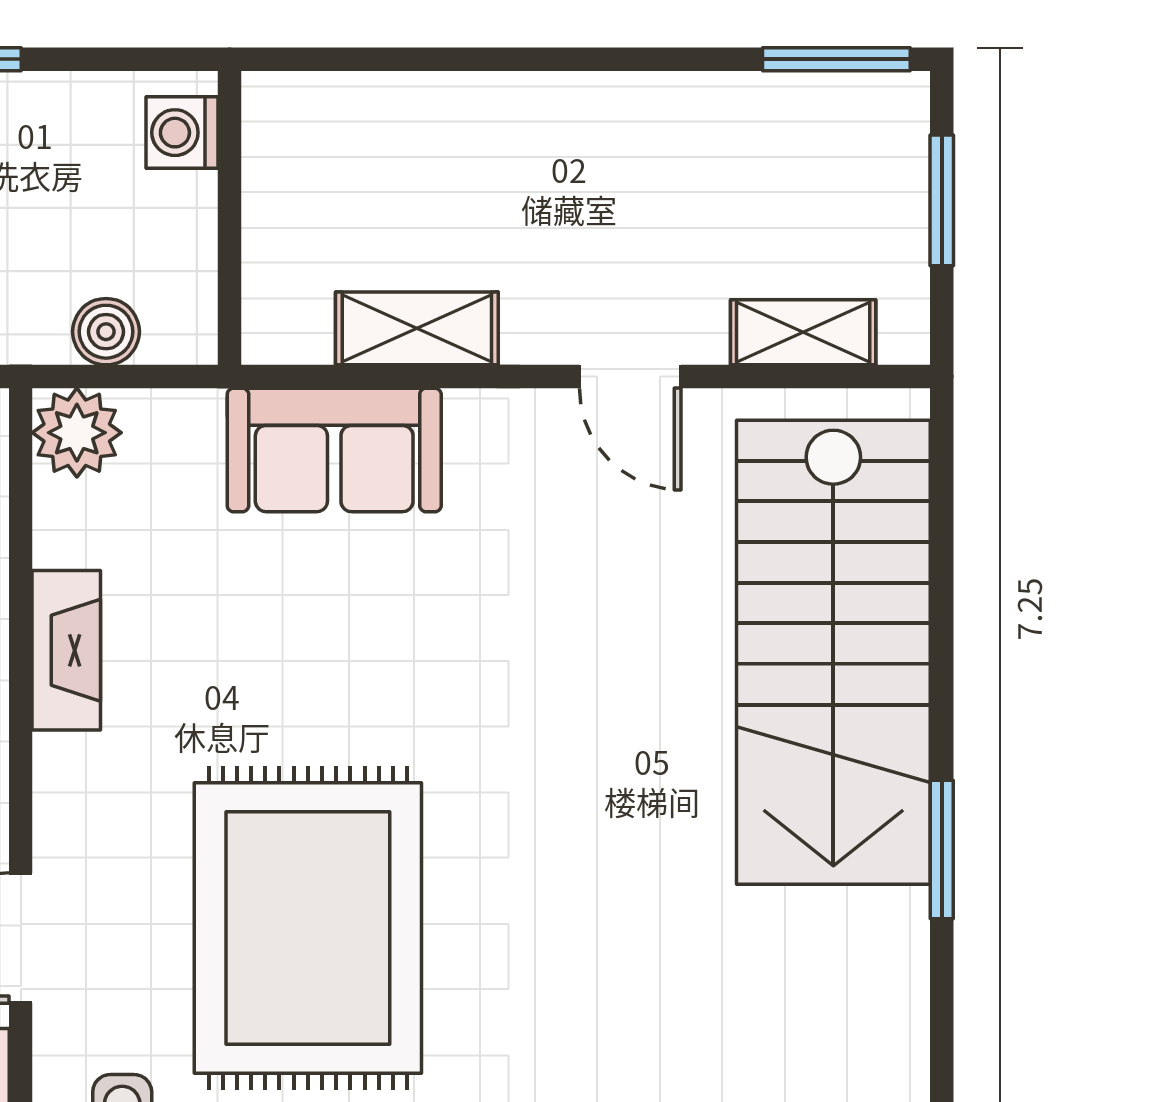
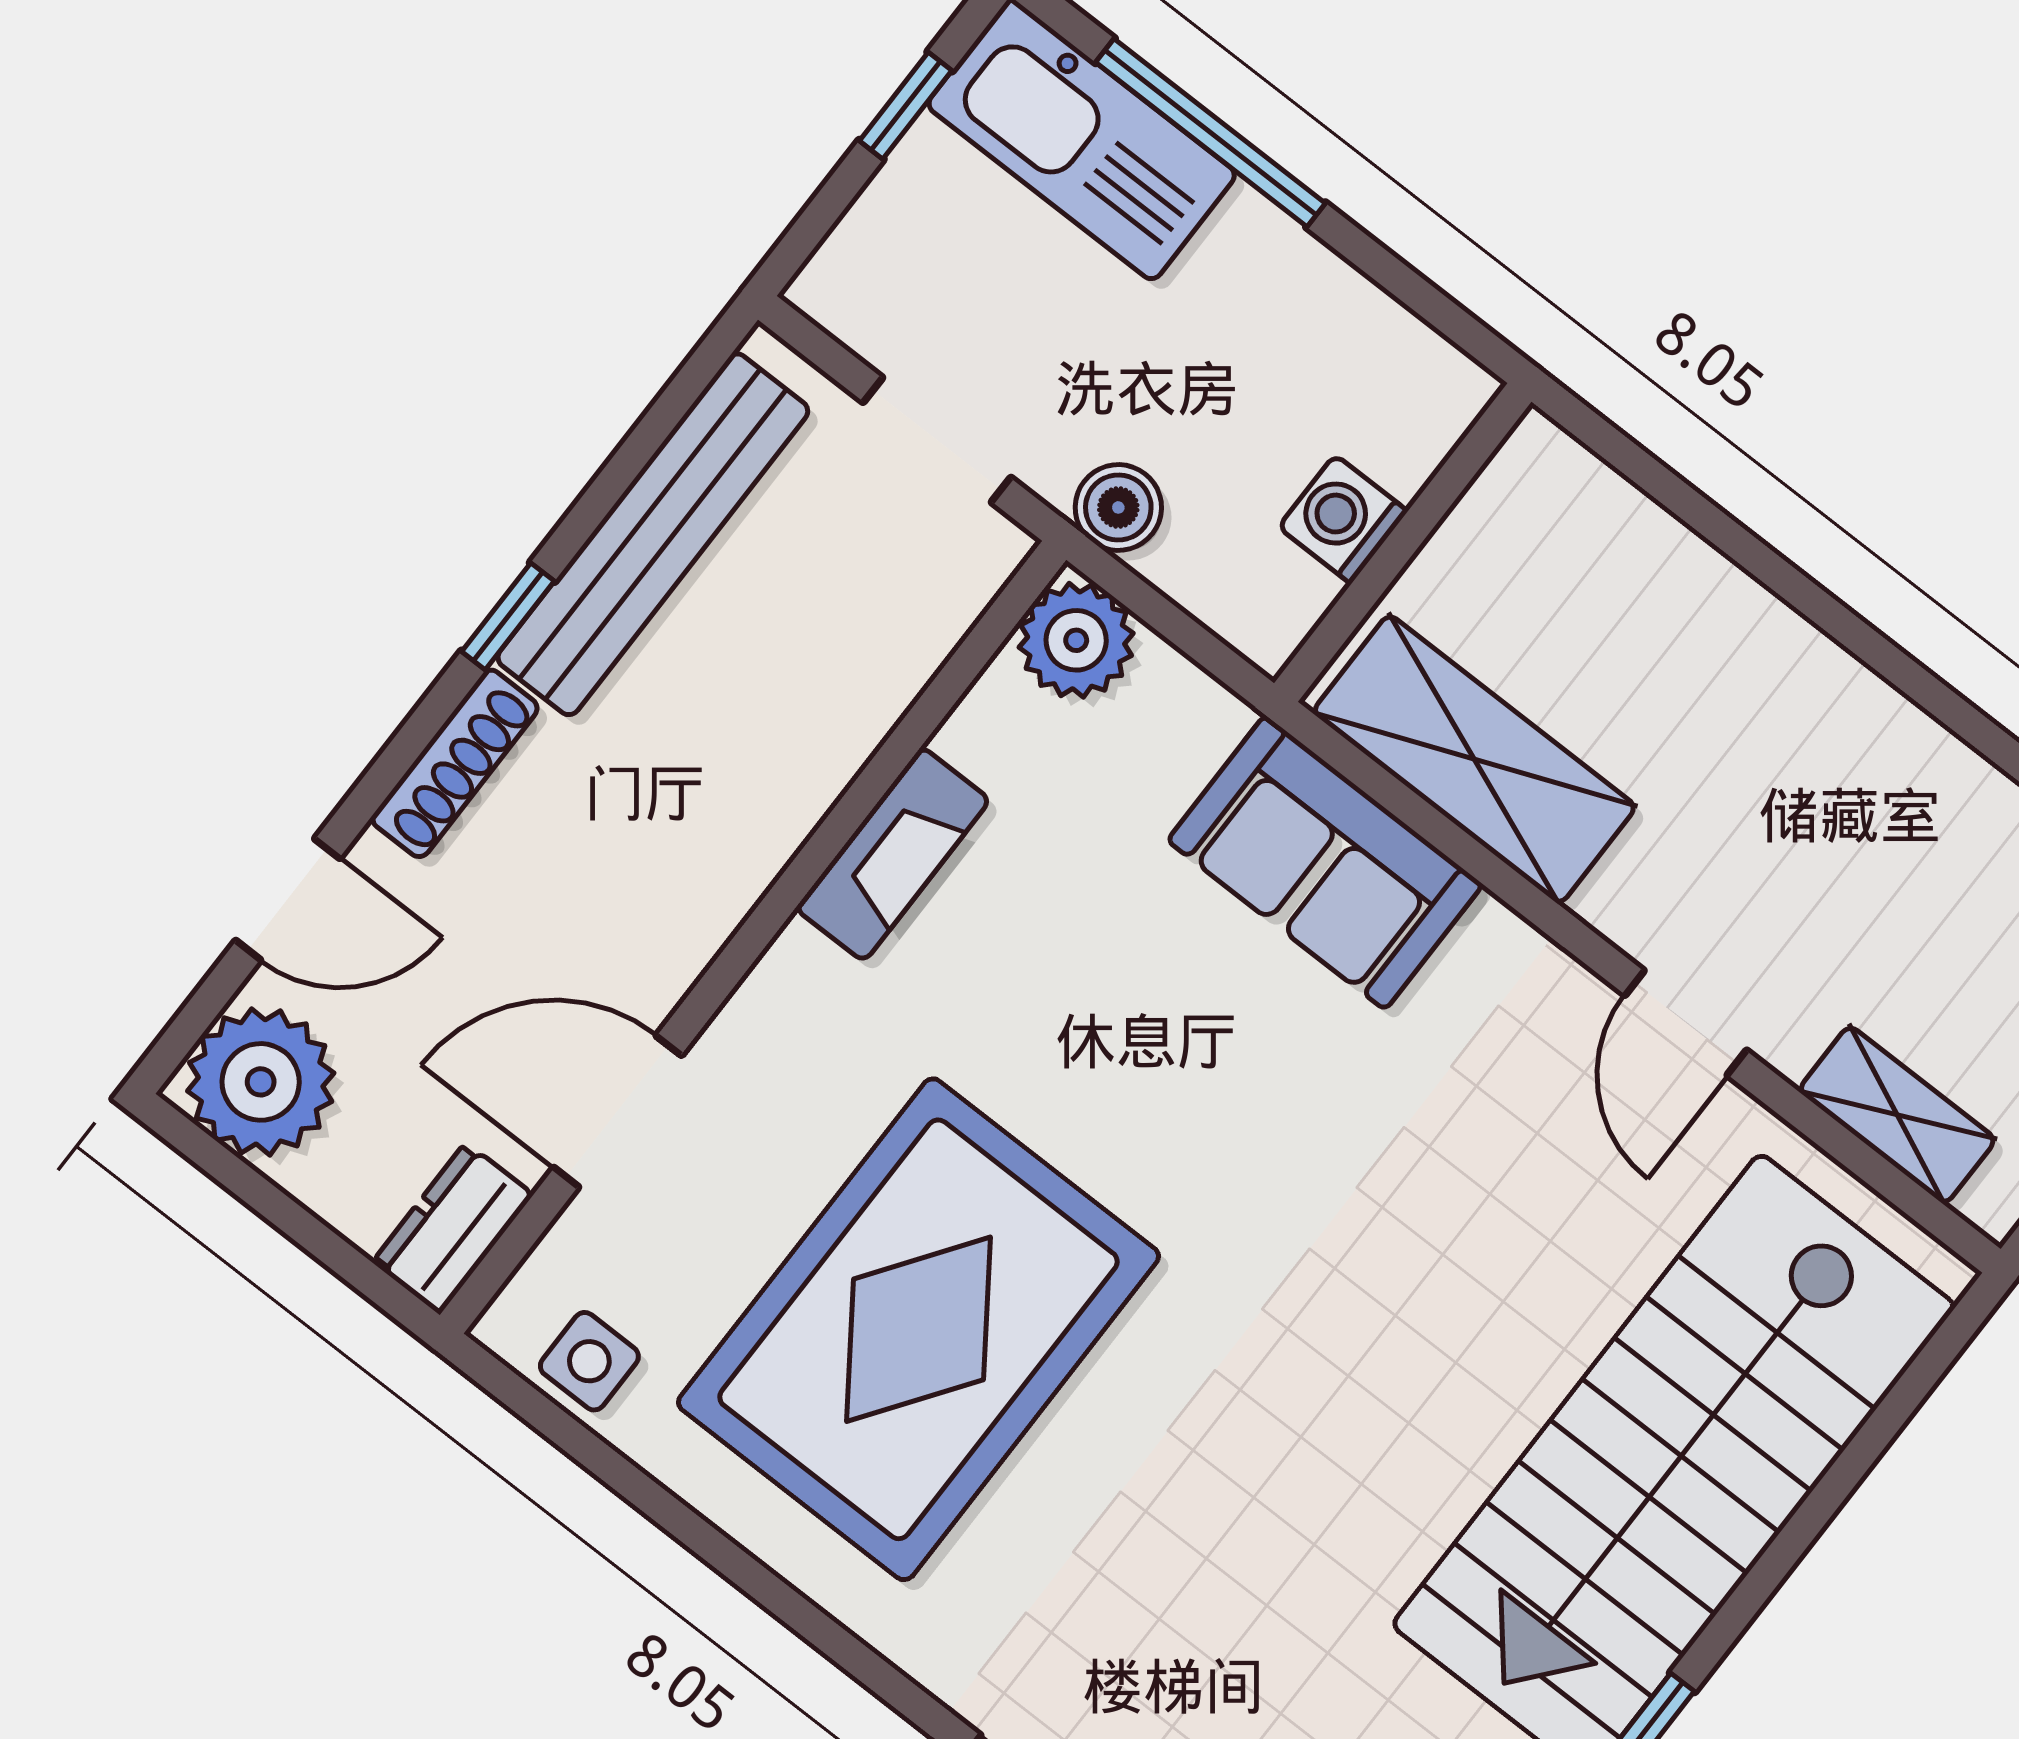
washing machine: (182, 133) -> (1343, 519), moved
shelving: (417, 328) -> (1474, 759), width x1.50, depth x1.33
boiler: (106, 332) -> (1118, 507), moved

